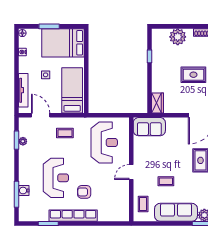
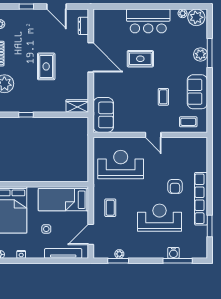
sofa: (176, 212) -> (197, 92), width x0.73

